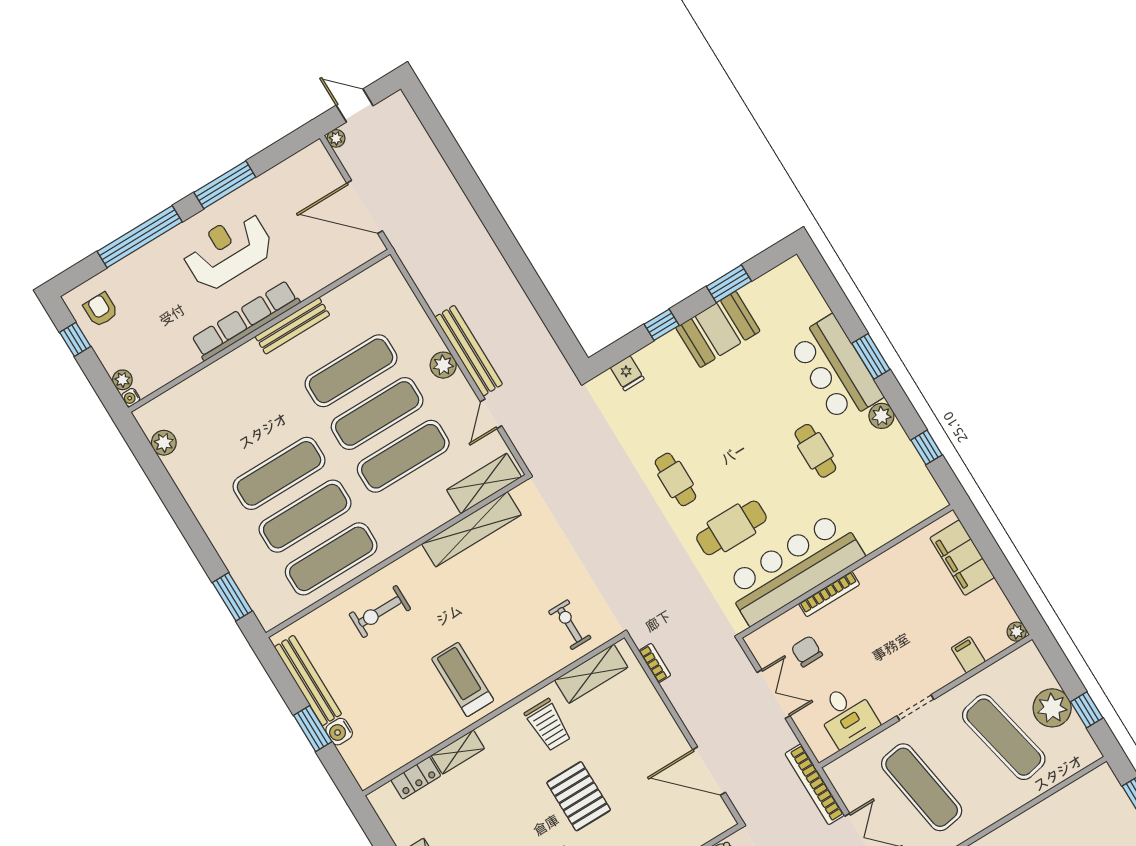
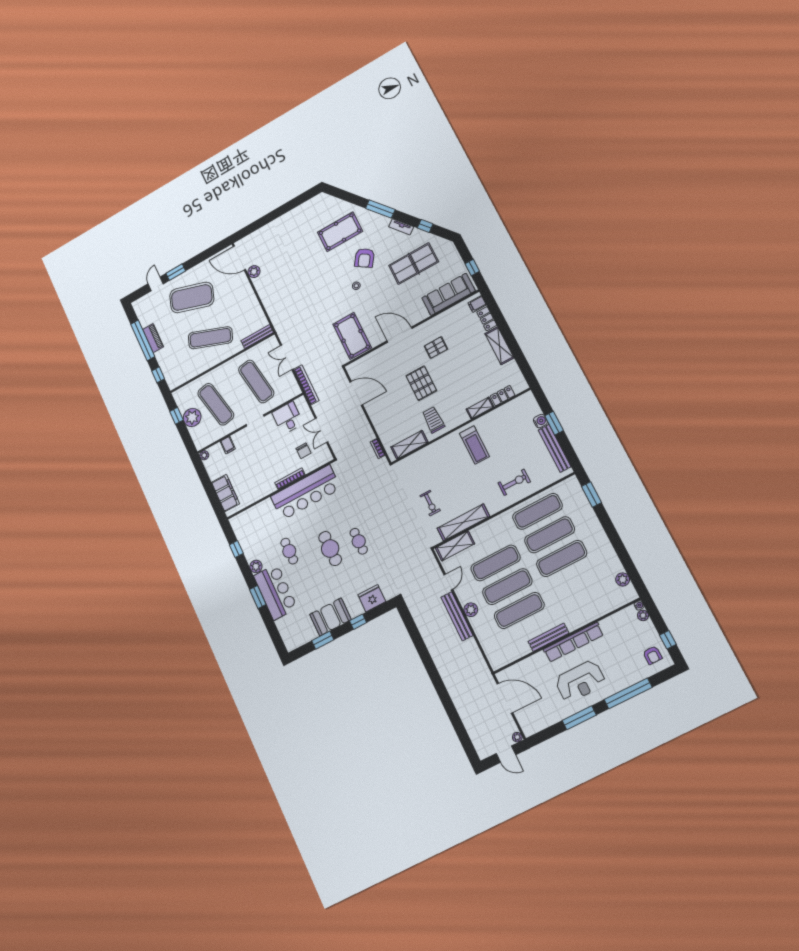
fridge: (627, 373) -> (372, 598), width x1.88, depth x1.34
cafe table: (731, 528) -> (330, 549), moved, turned 90
exercise bike: (570, 625) -> (430, 503), moved

